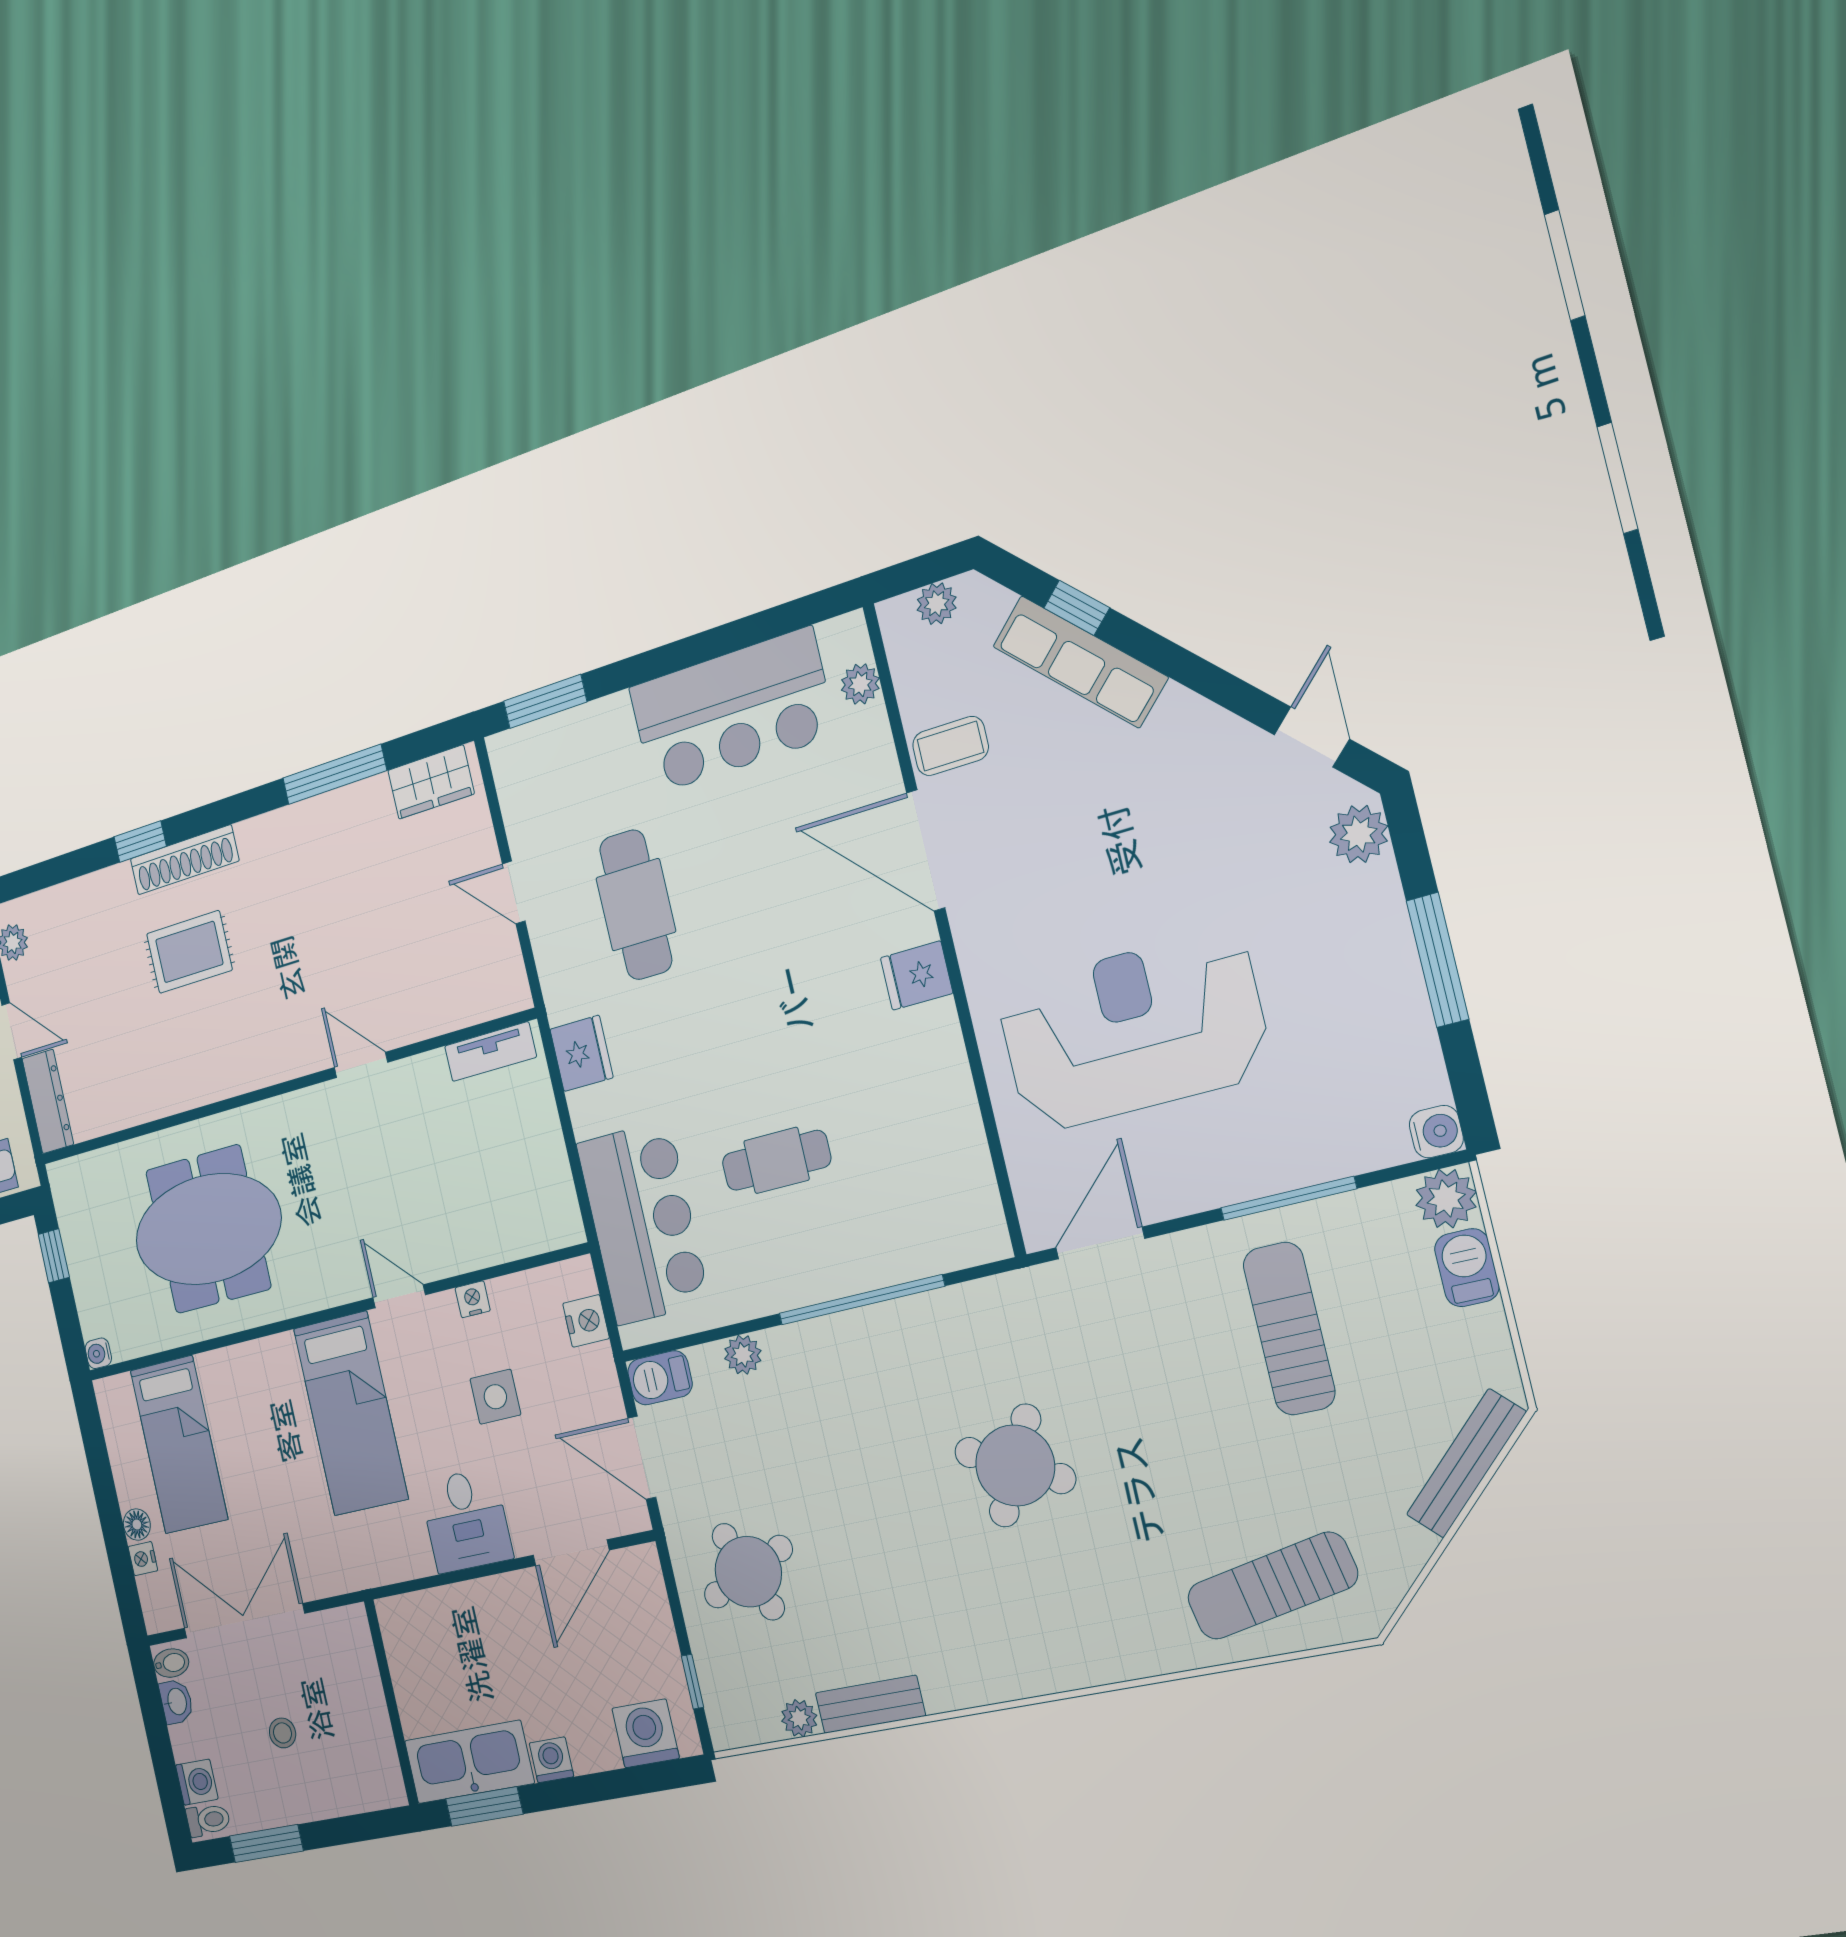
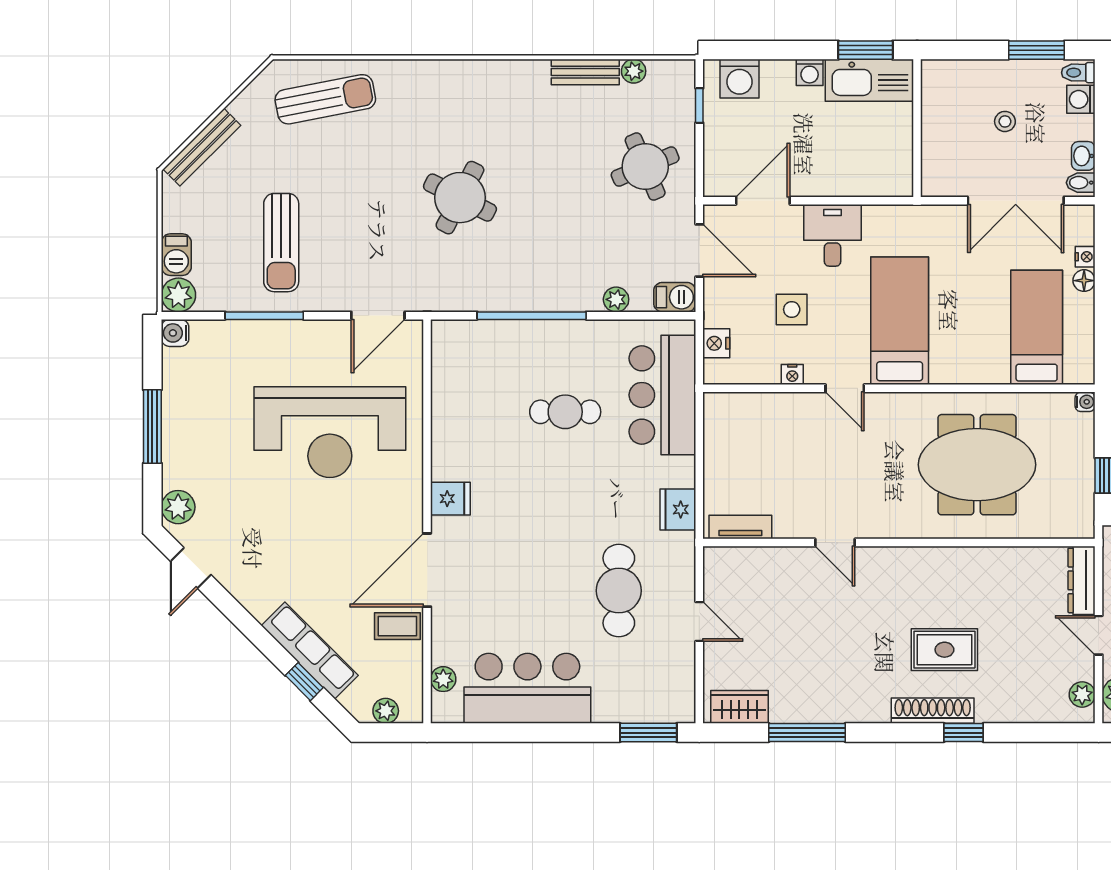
door: (926, 850) -> (427, 570), swing flipped

